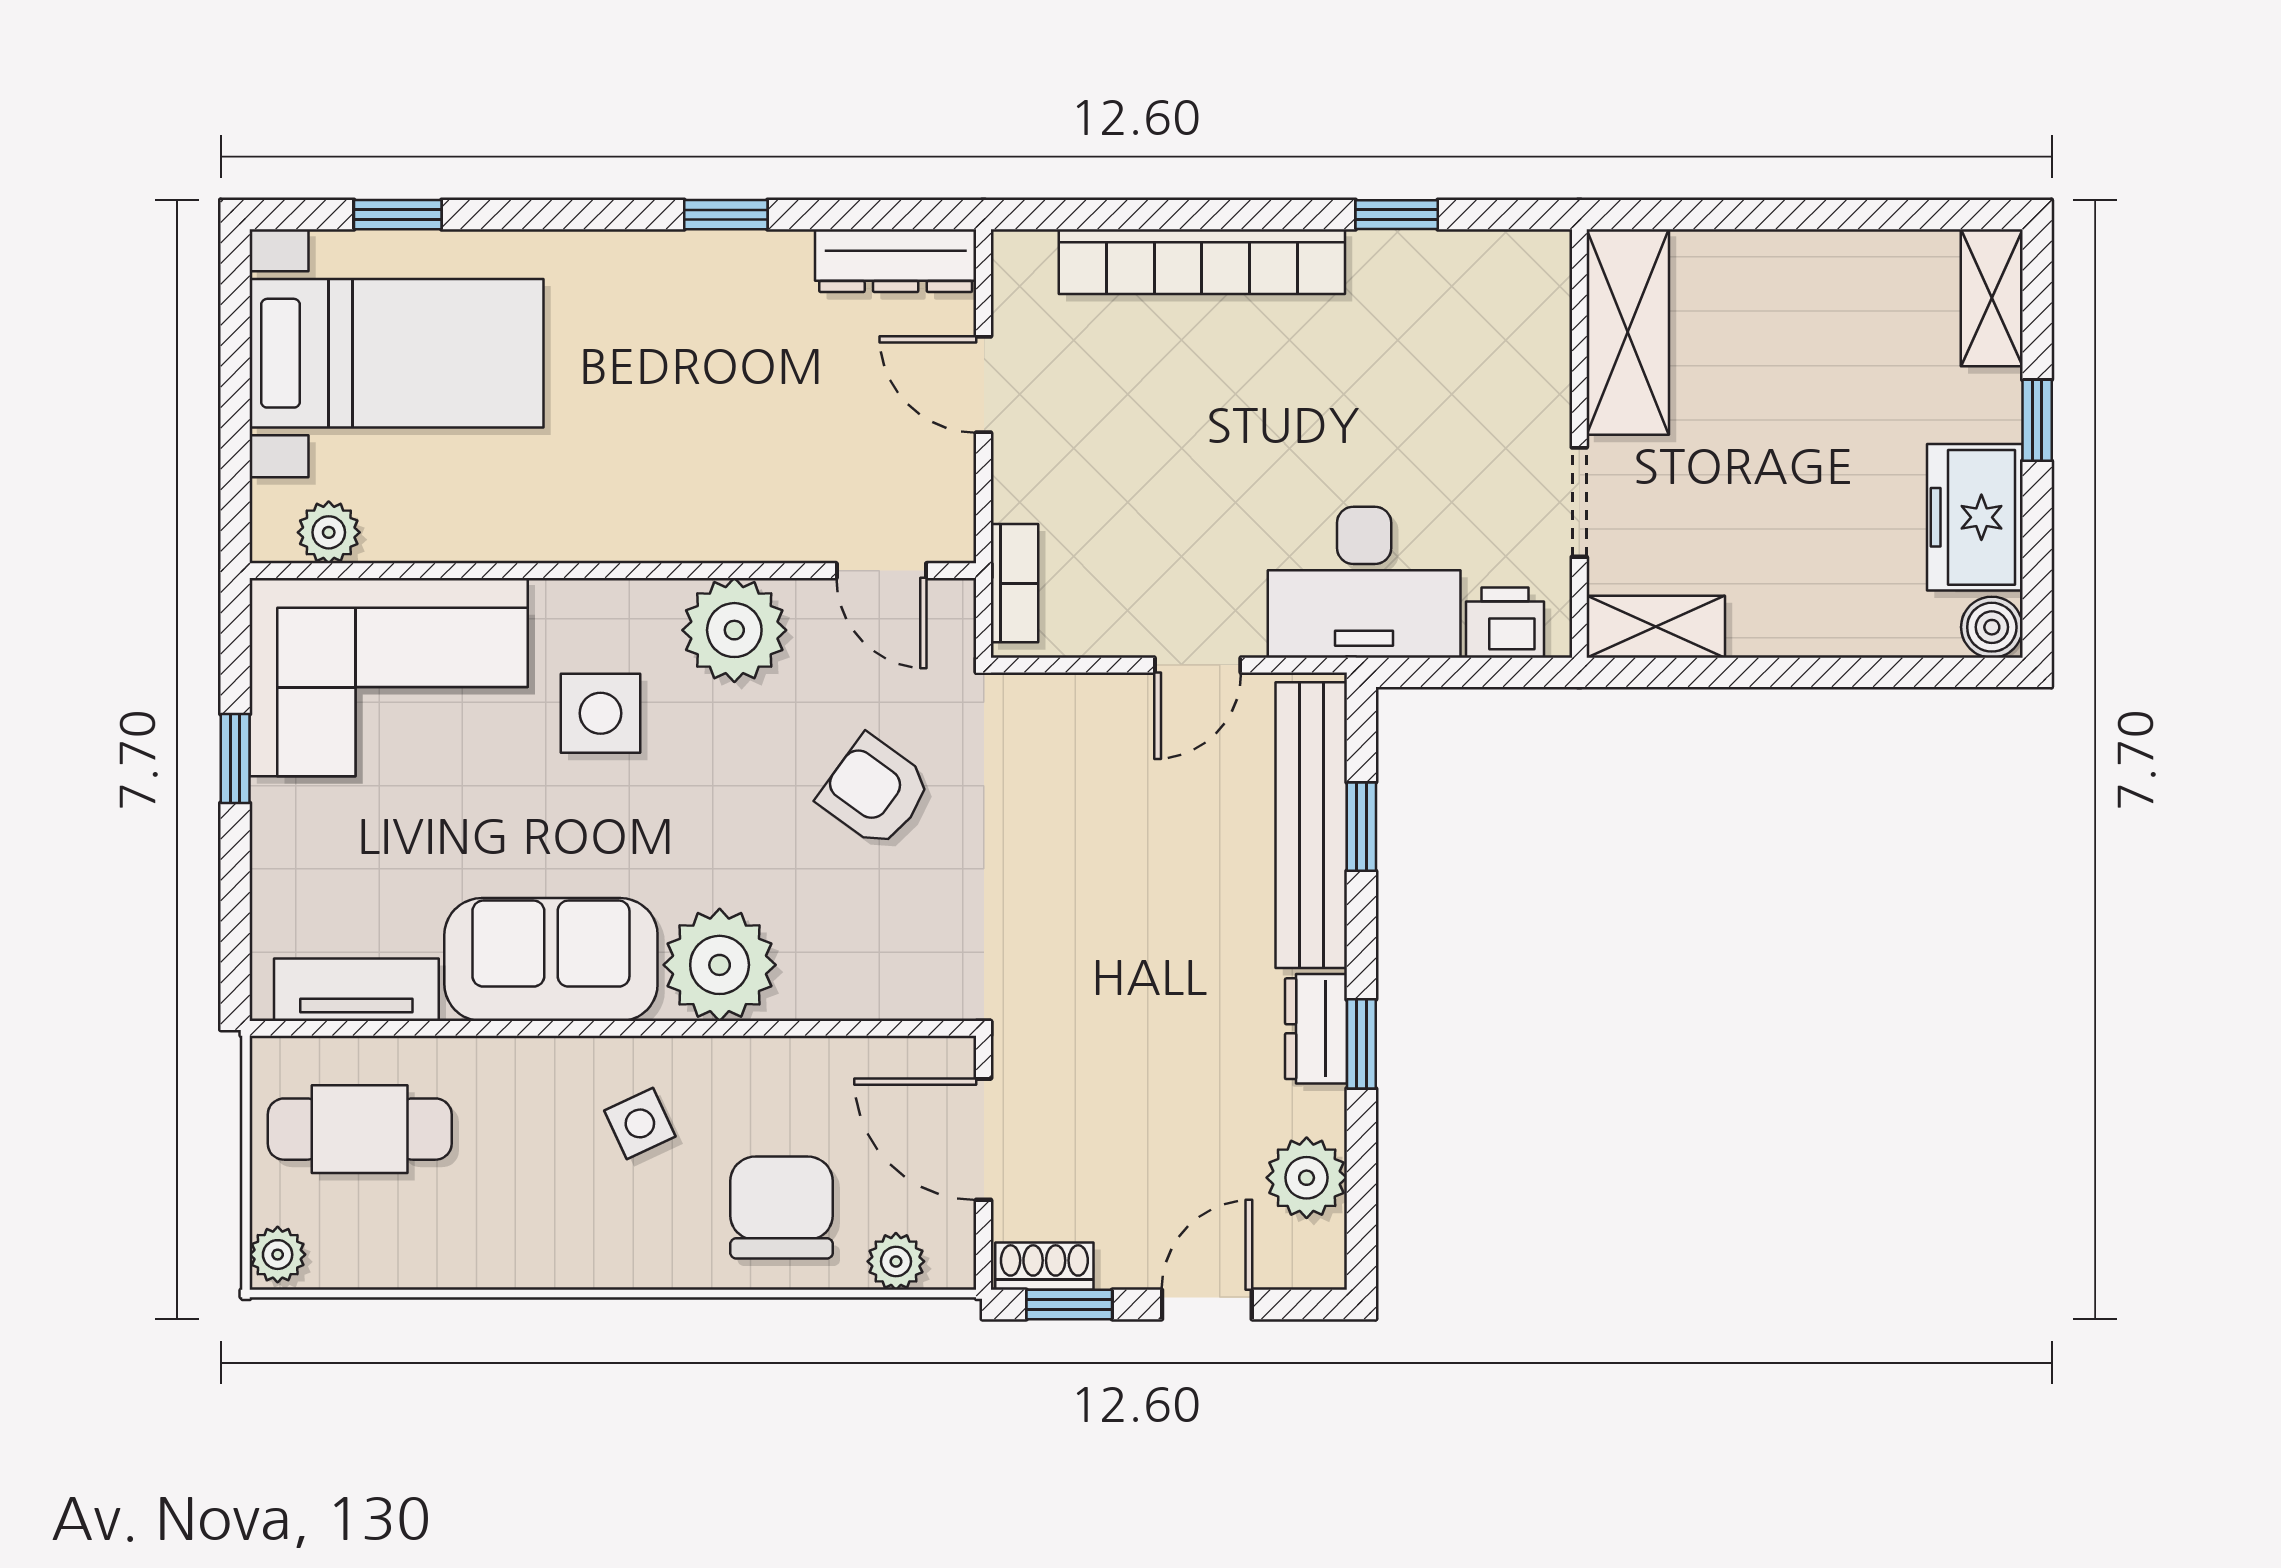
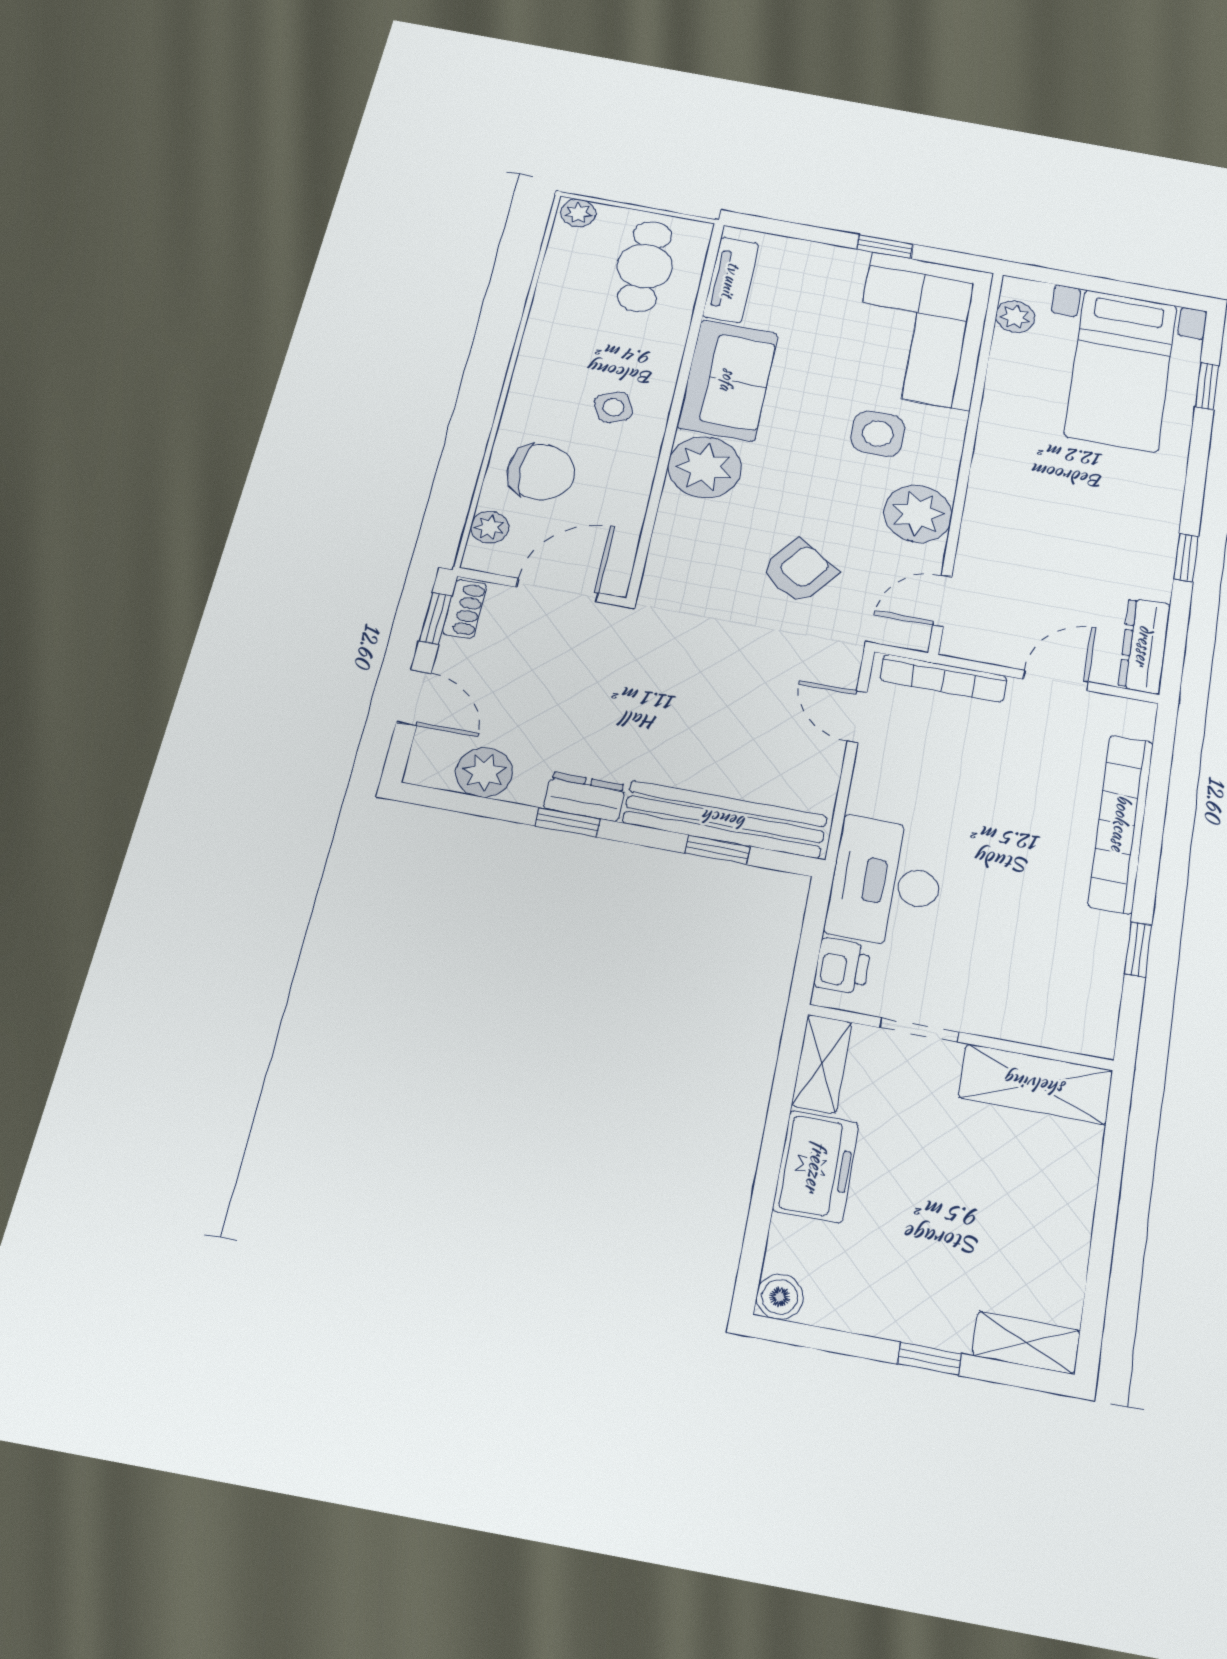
freezer: (1975, 517) -> (816, 1167), moved, turned 90
bookcase: (1014, 583) -> (943, 678), width x1.56
door: (1198, 665) -> (857, 717), moved

